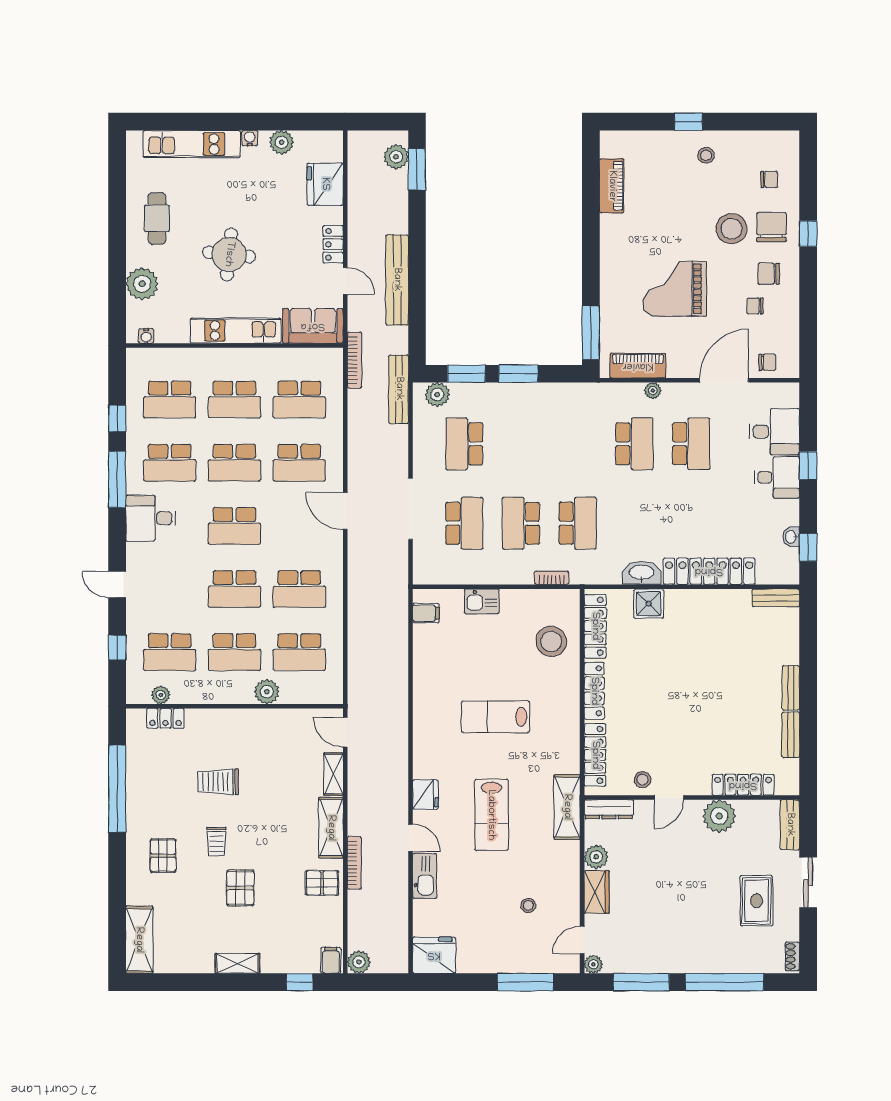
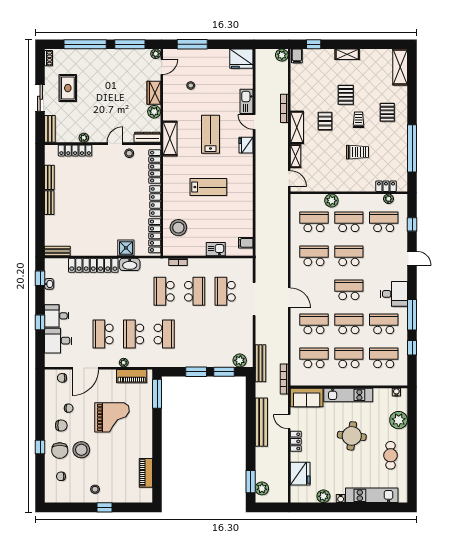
school desk: (464, 444) -> (164, 334), moved
plant: (719, 816) -> (84, 138), width x0.53, depth x0.53
pallet: (322, 883) -> (325, 121), moved, turned 90

